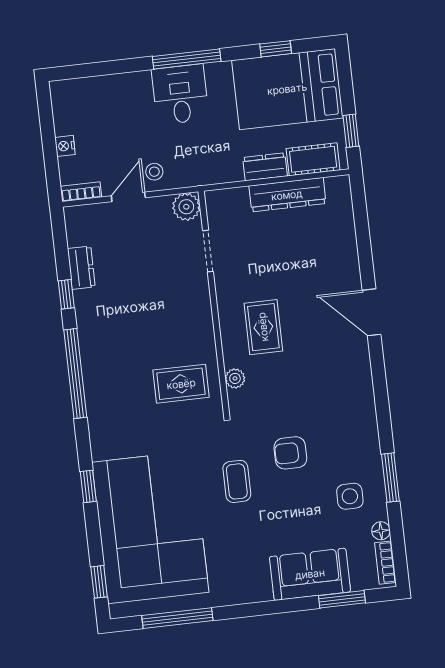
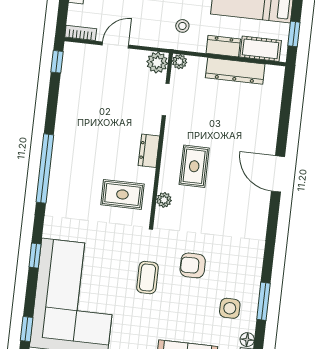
stool: (154, 172) -> (182, 26), moved
plant: (214, 199) -> (179, 62), added
dresser: (81, 268) -> (149, 151), moved, turned 180
window: (66, 294) -> (57, 62), moved

